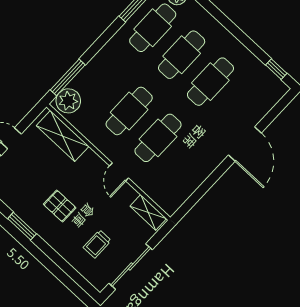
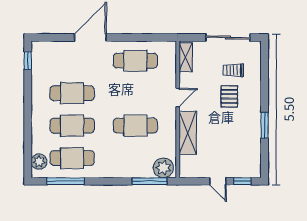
shelving: (63, 136) -> (188, 133), moved
cafe table: (158, 138) -> (135, 61), moved
pallet: (60, 206) -> (229, 96), moved
trolley: (97, 244) -> (233, 70), turned 180

